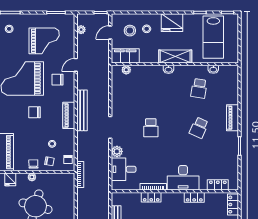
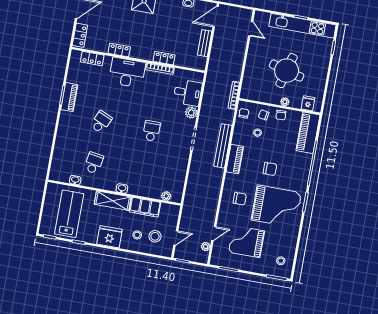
filing cabinet: (125, 56) -> (145, 207), moved
door: (76, 65) -> (214, 233), moved
bench: (82, 110) -> (223, 146), moved
piano: (233, 118) -> (69, 97), moved

